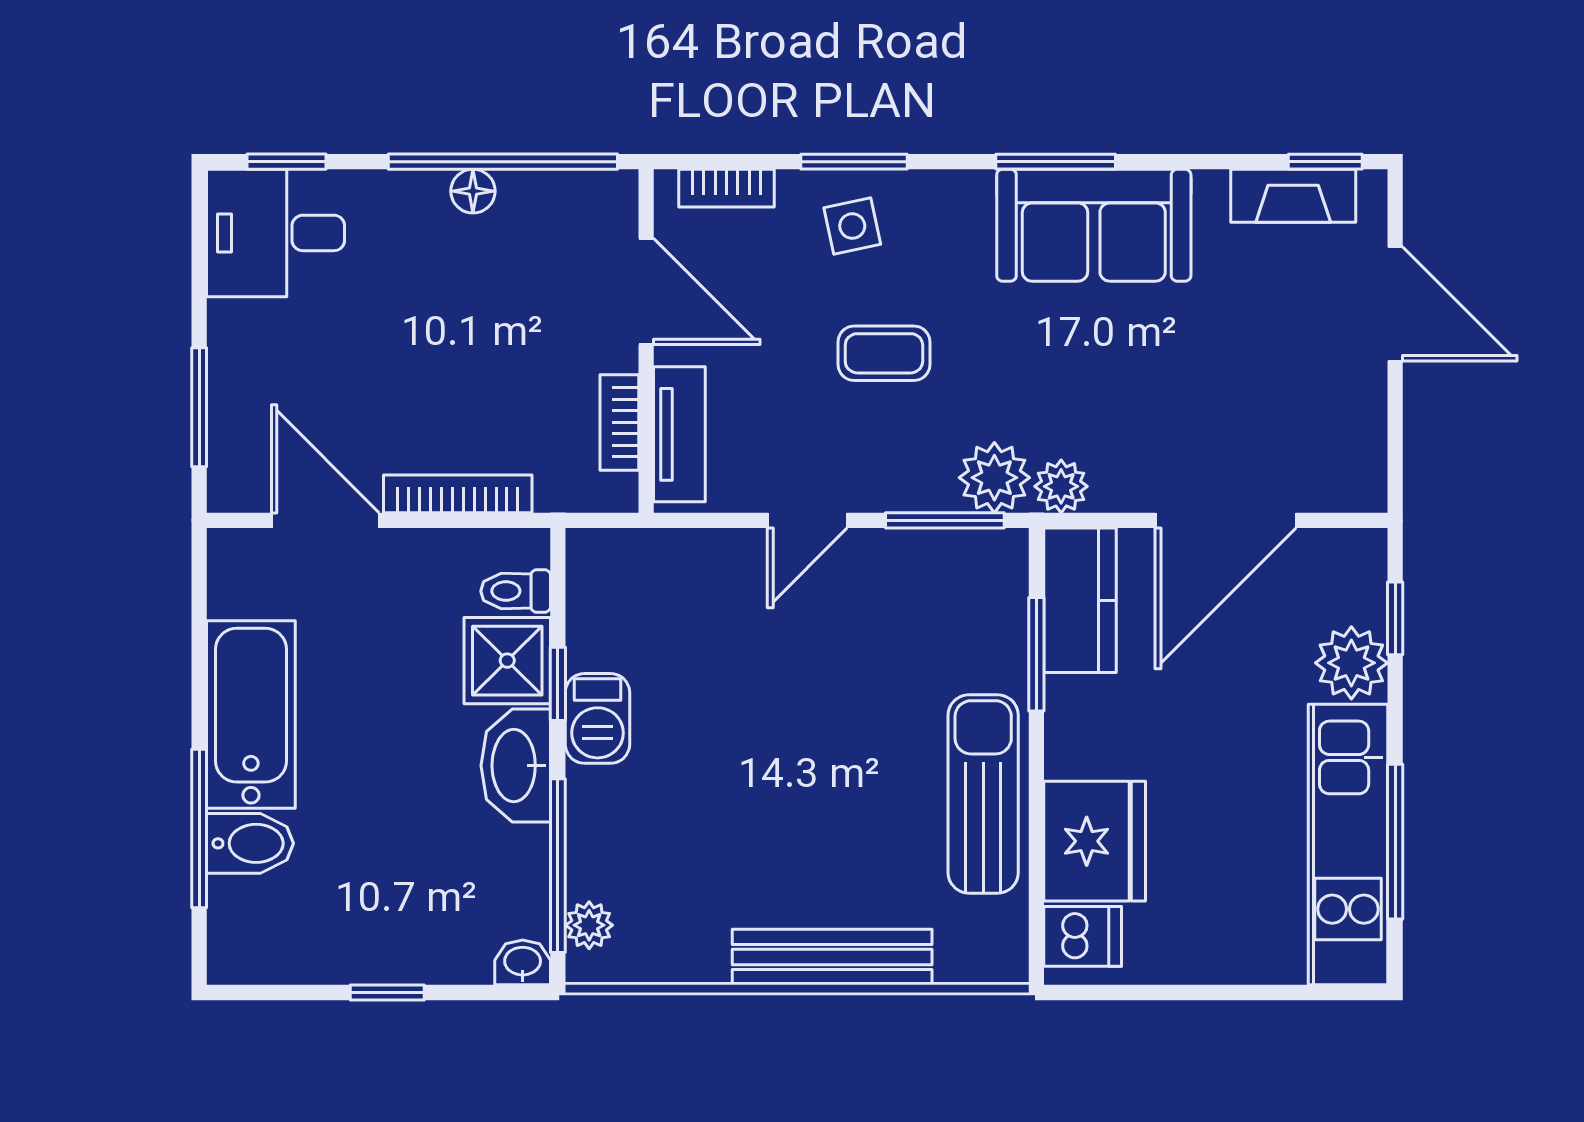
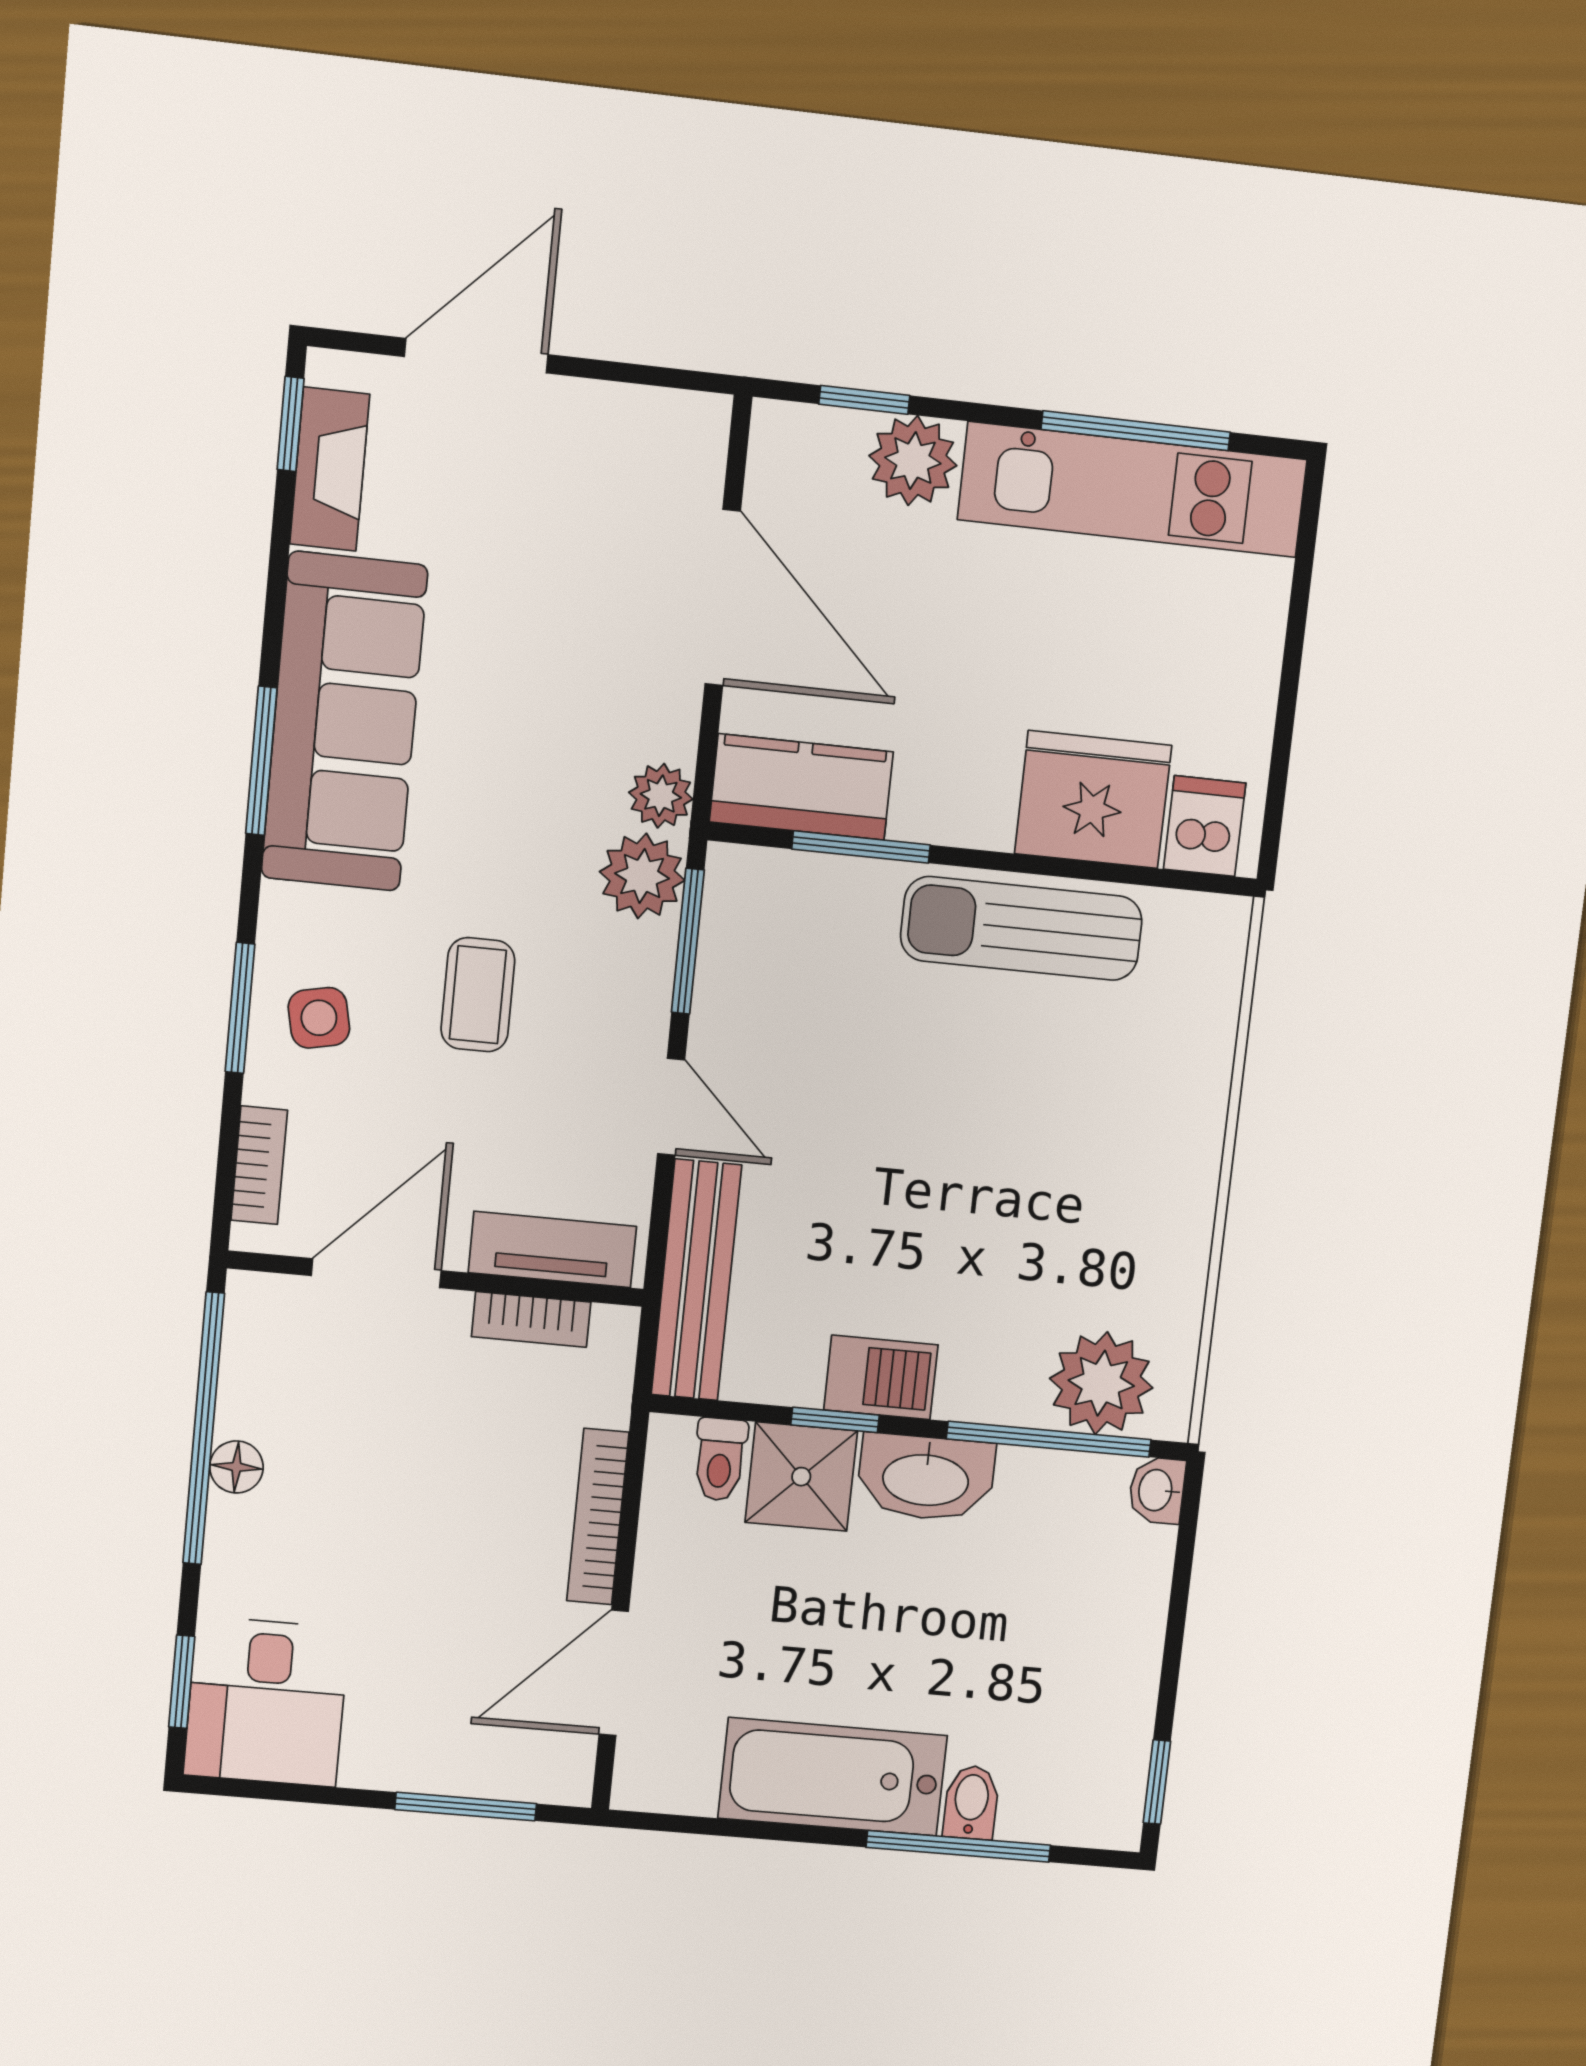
sofa: (1094, 225) -> (344, 722), width x1.36
bidet: (250, 843) -> (971, 1802), width x0.72, depth x0.74
plant: (589, 925) -> (1101, 1383), width x1.87, depth x1.87
bench: (832, 957) -> (696, 1280), moved
window: (387, 992) -> (1157, 1782), moved

